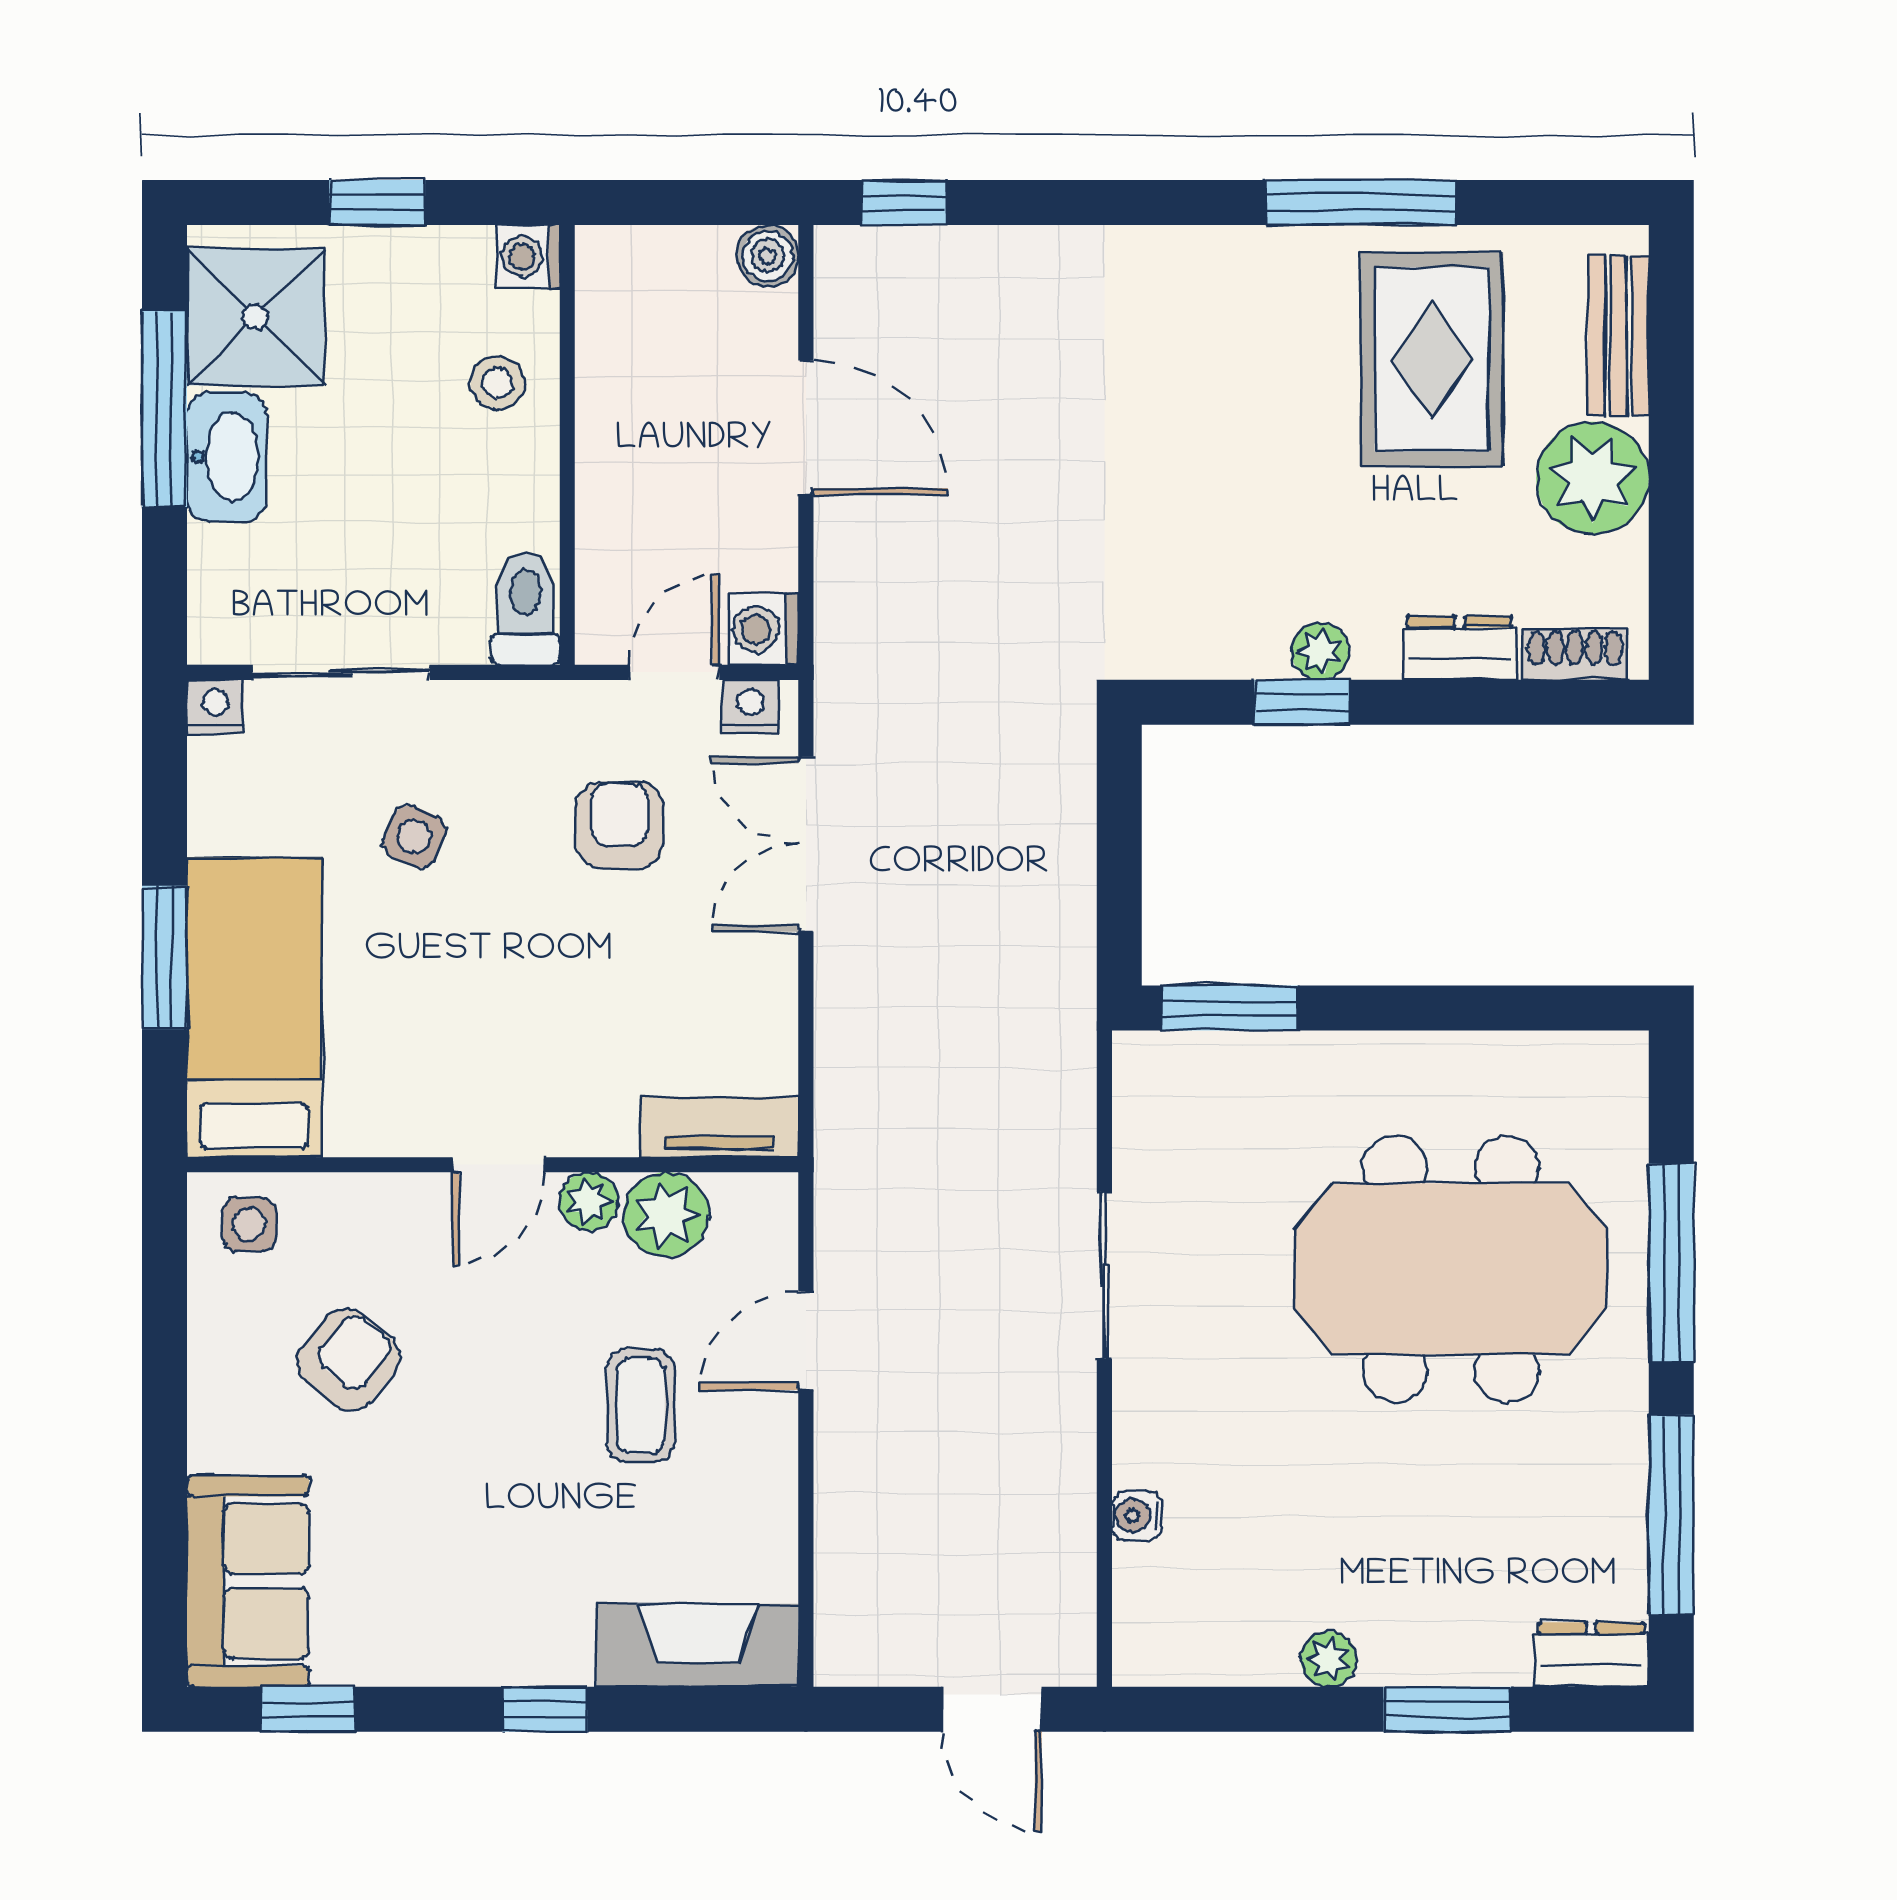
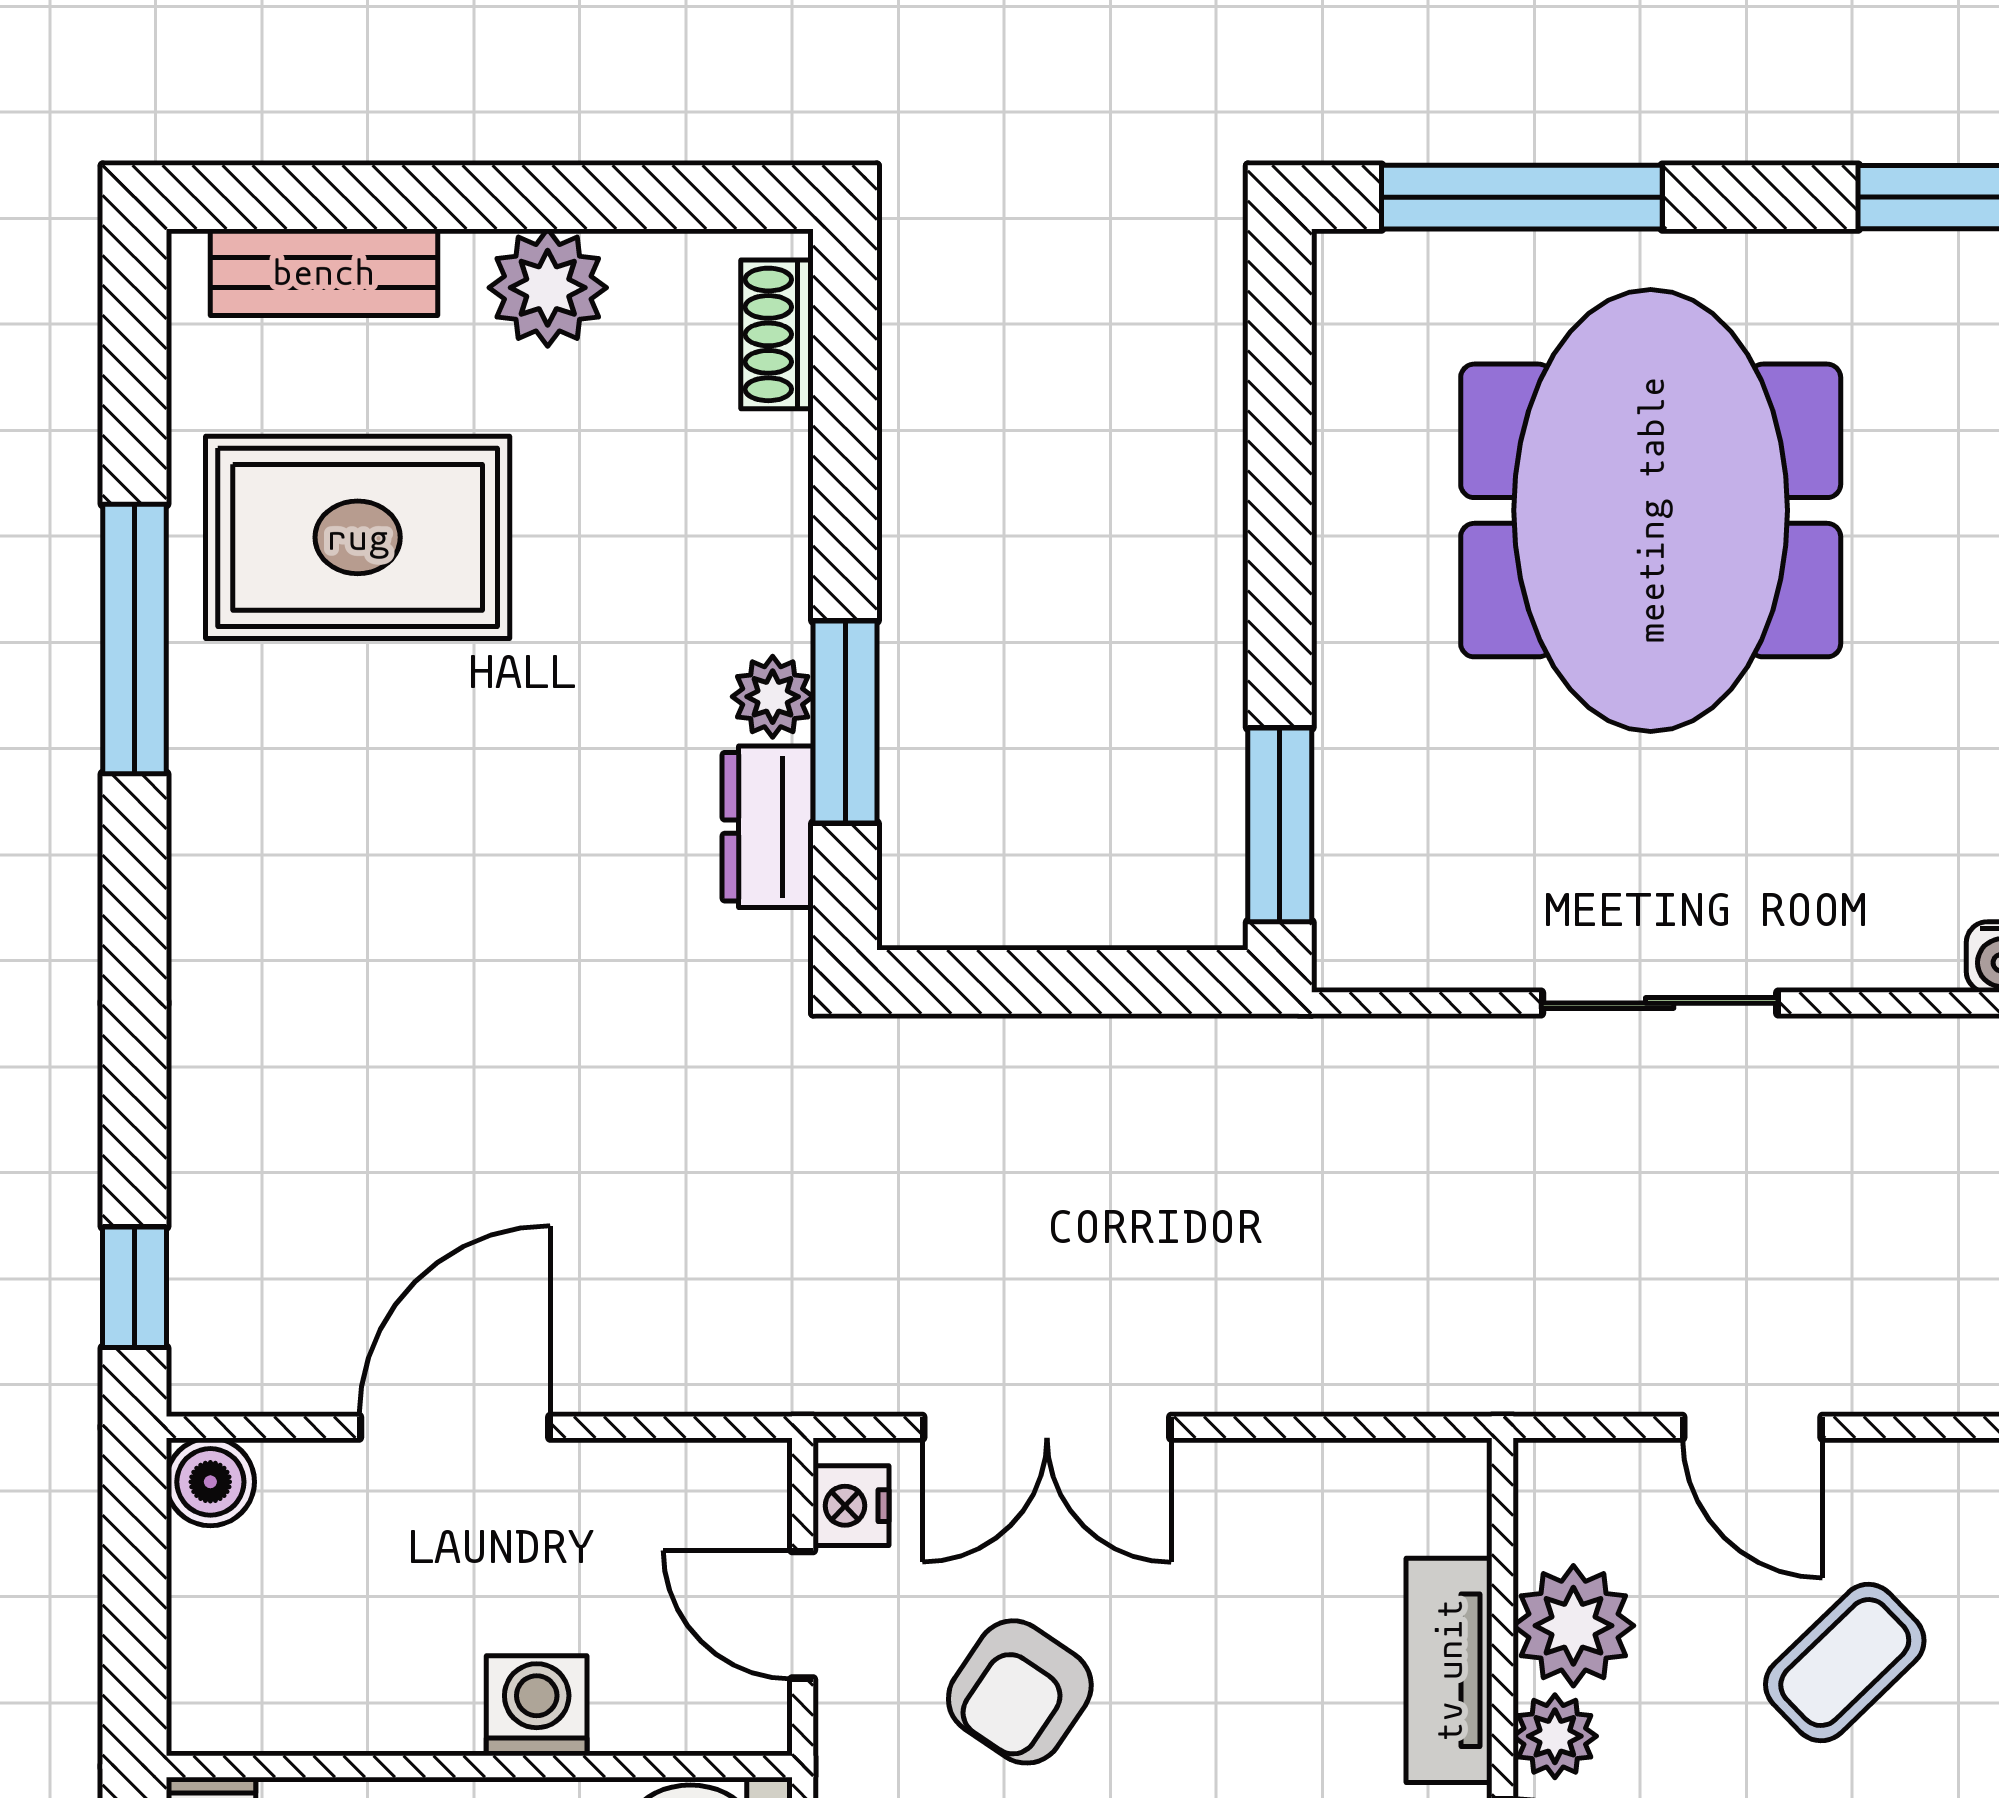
plant: (1593, 478) -> (548, 288), width x0.73, depth x0.73
washing machine: (763, 630) -> (537, 1706), moved, turned 180
dresser: (1459, 648) -> (768, 827), moved
window: (1302, 702) -> (845, 722), width x1.50
armchair: (620, 825) -> (1020, 1692), turned -56
tv unit: (719, 1127) -> (1449, 1670), moved
window: (1671, 1263) -> (1522, 197), moved
coffee table: (640, 1405) -> (1845, 1663), turned -44

